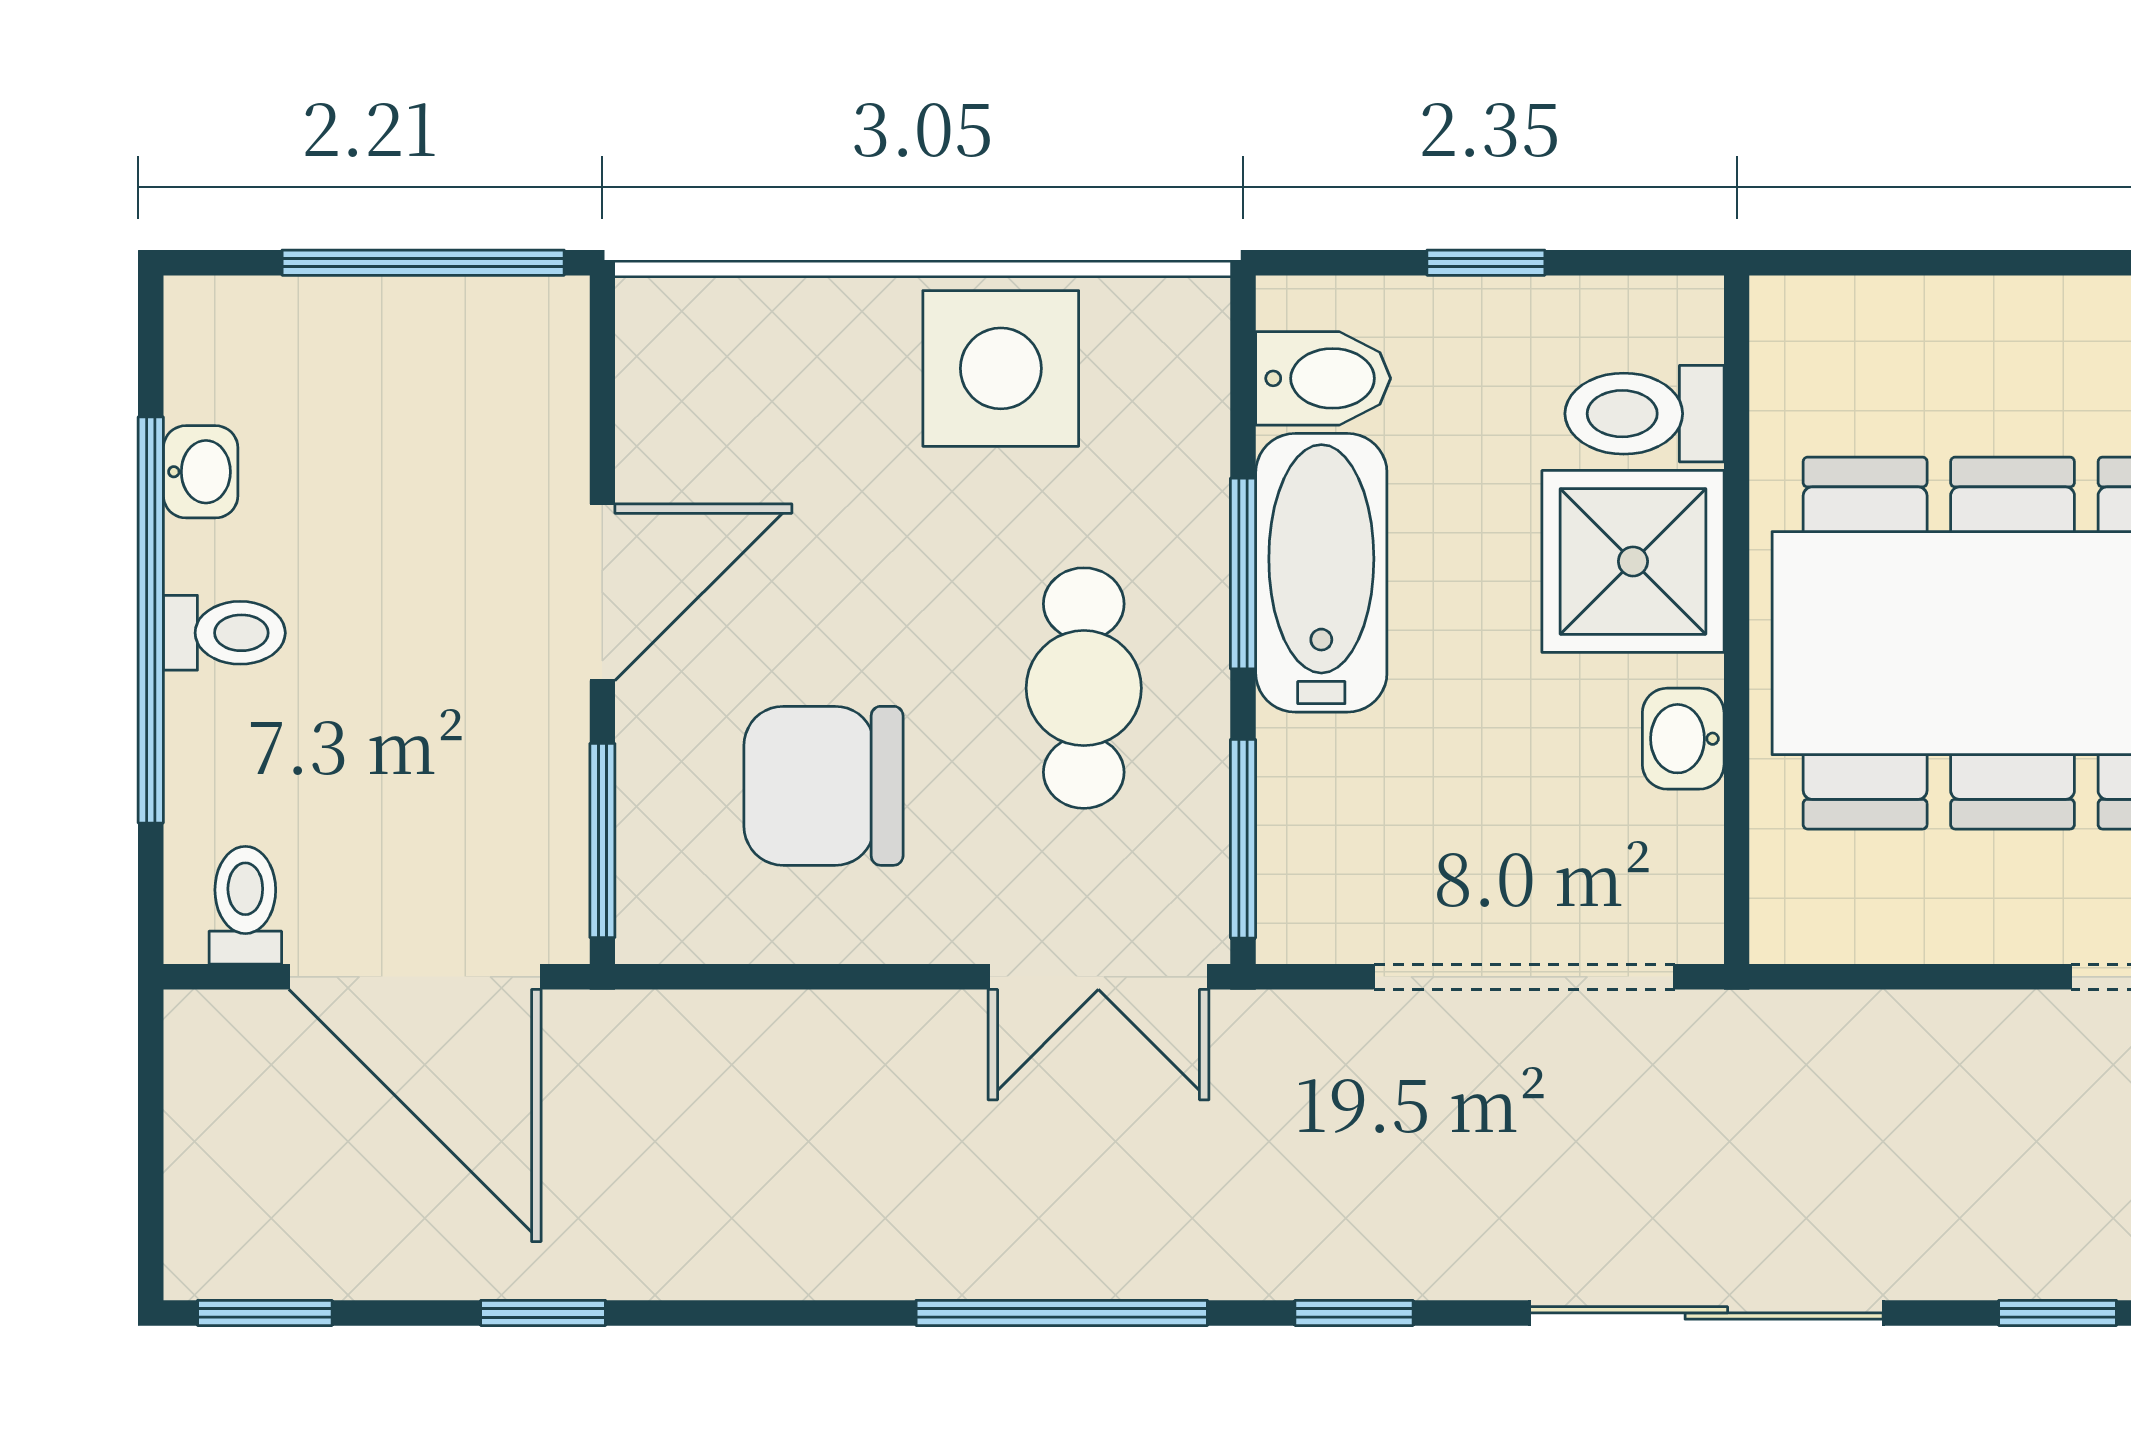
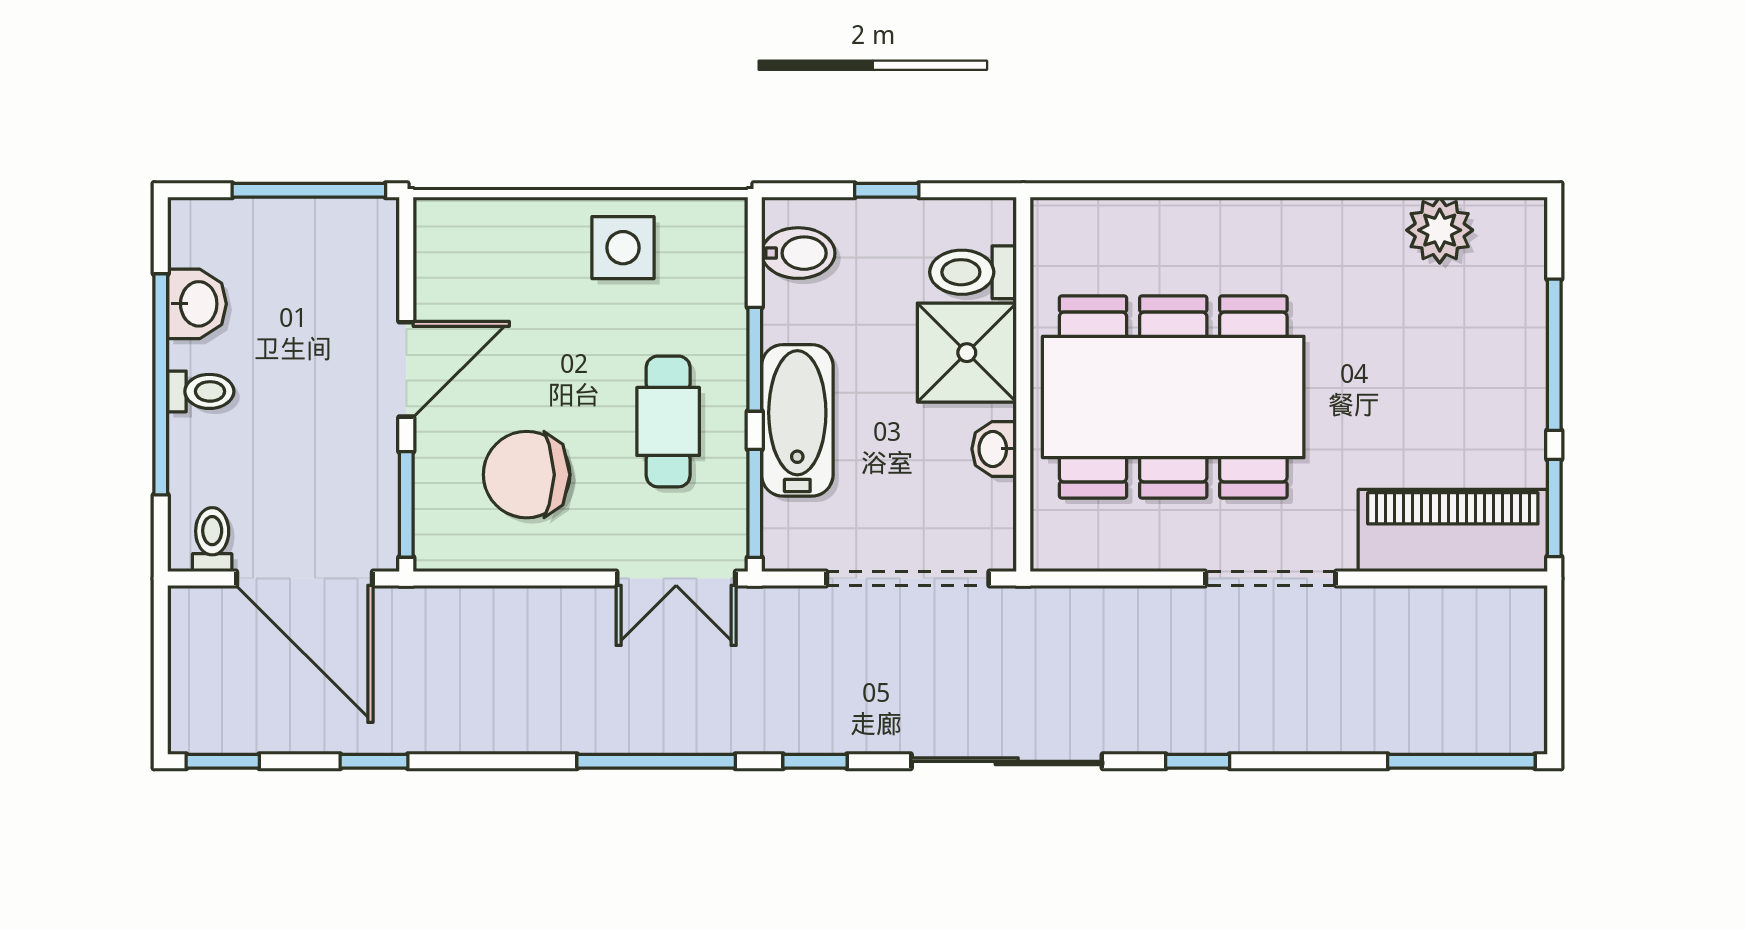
side table: (1001, 368) -> (623, 248), width x0.73, depth x0.73
washbasin: (201, 472) -> (197, 304), width x1.38, depth x1.45
bathtub: (1321, 573) -> (797, 420), moved

